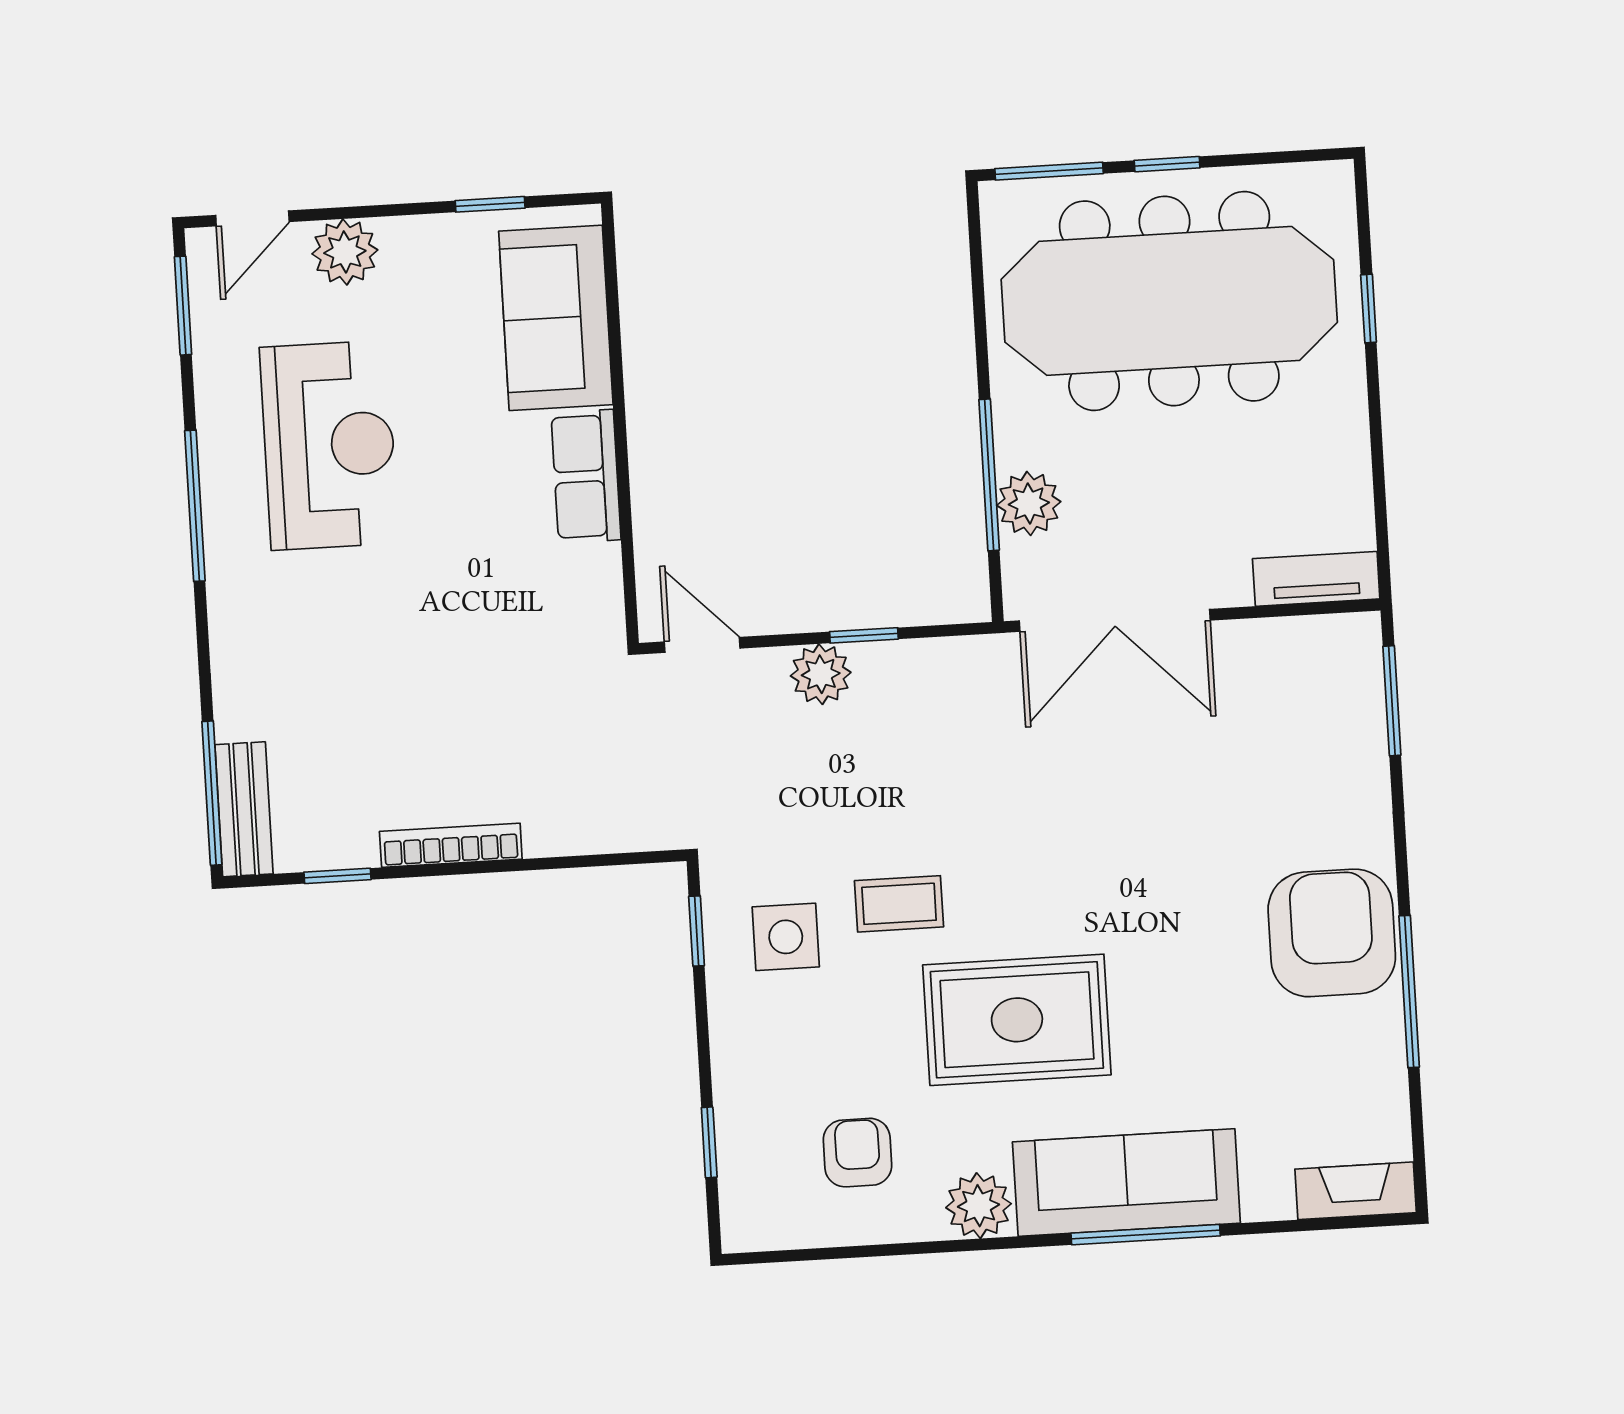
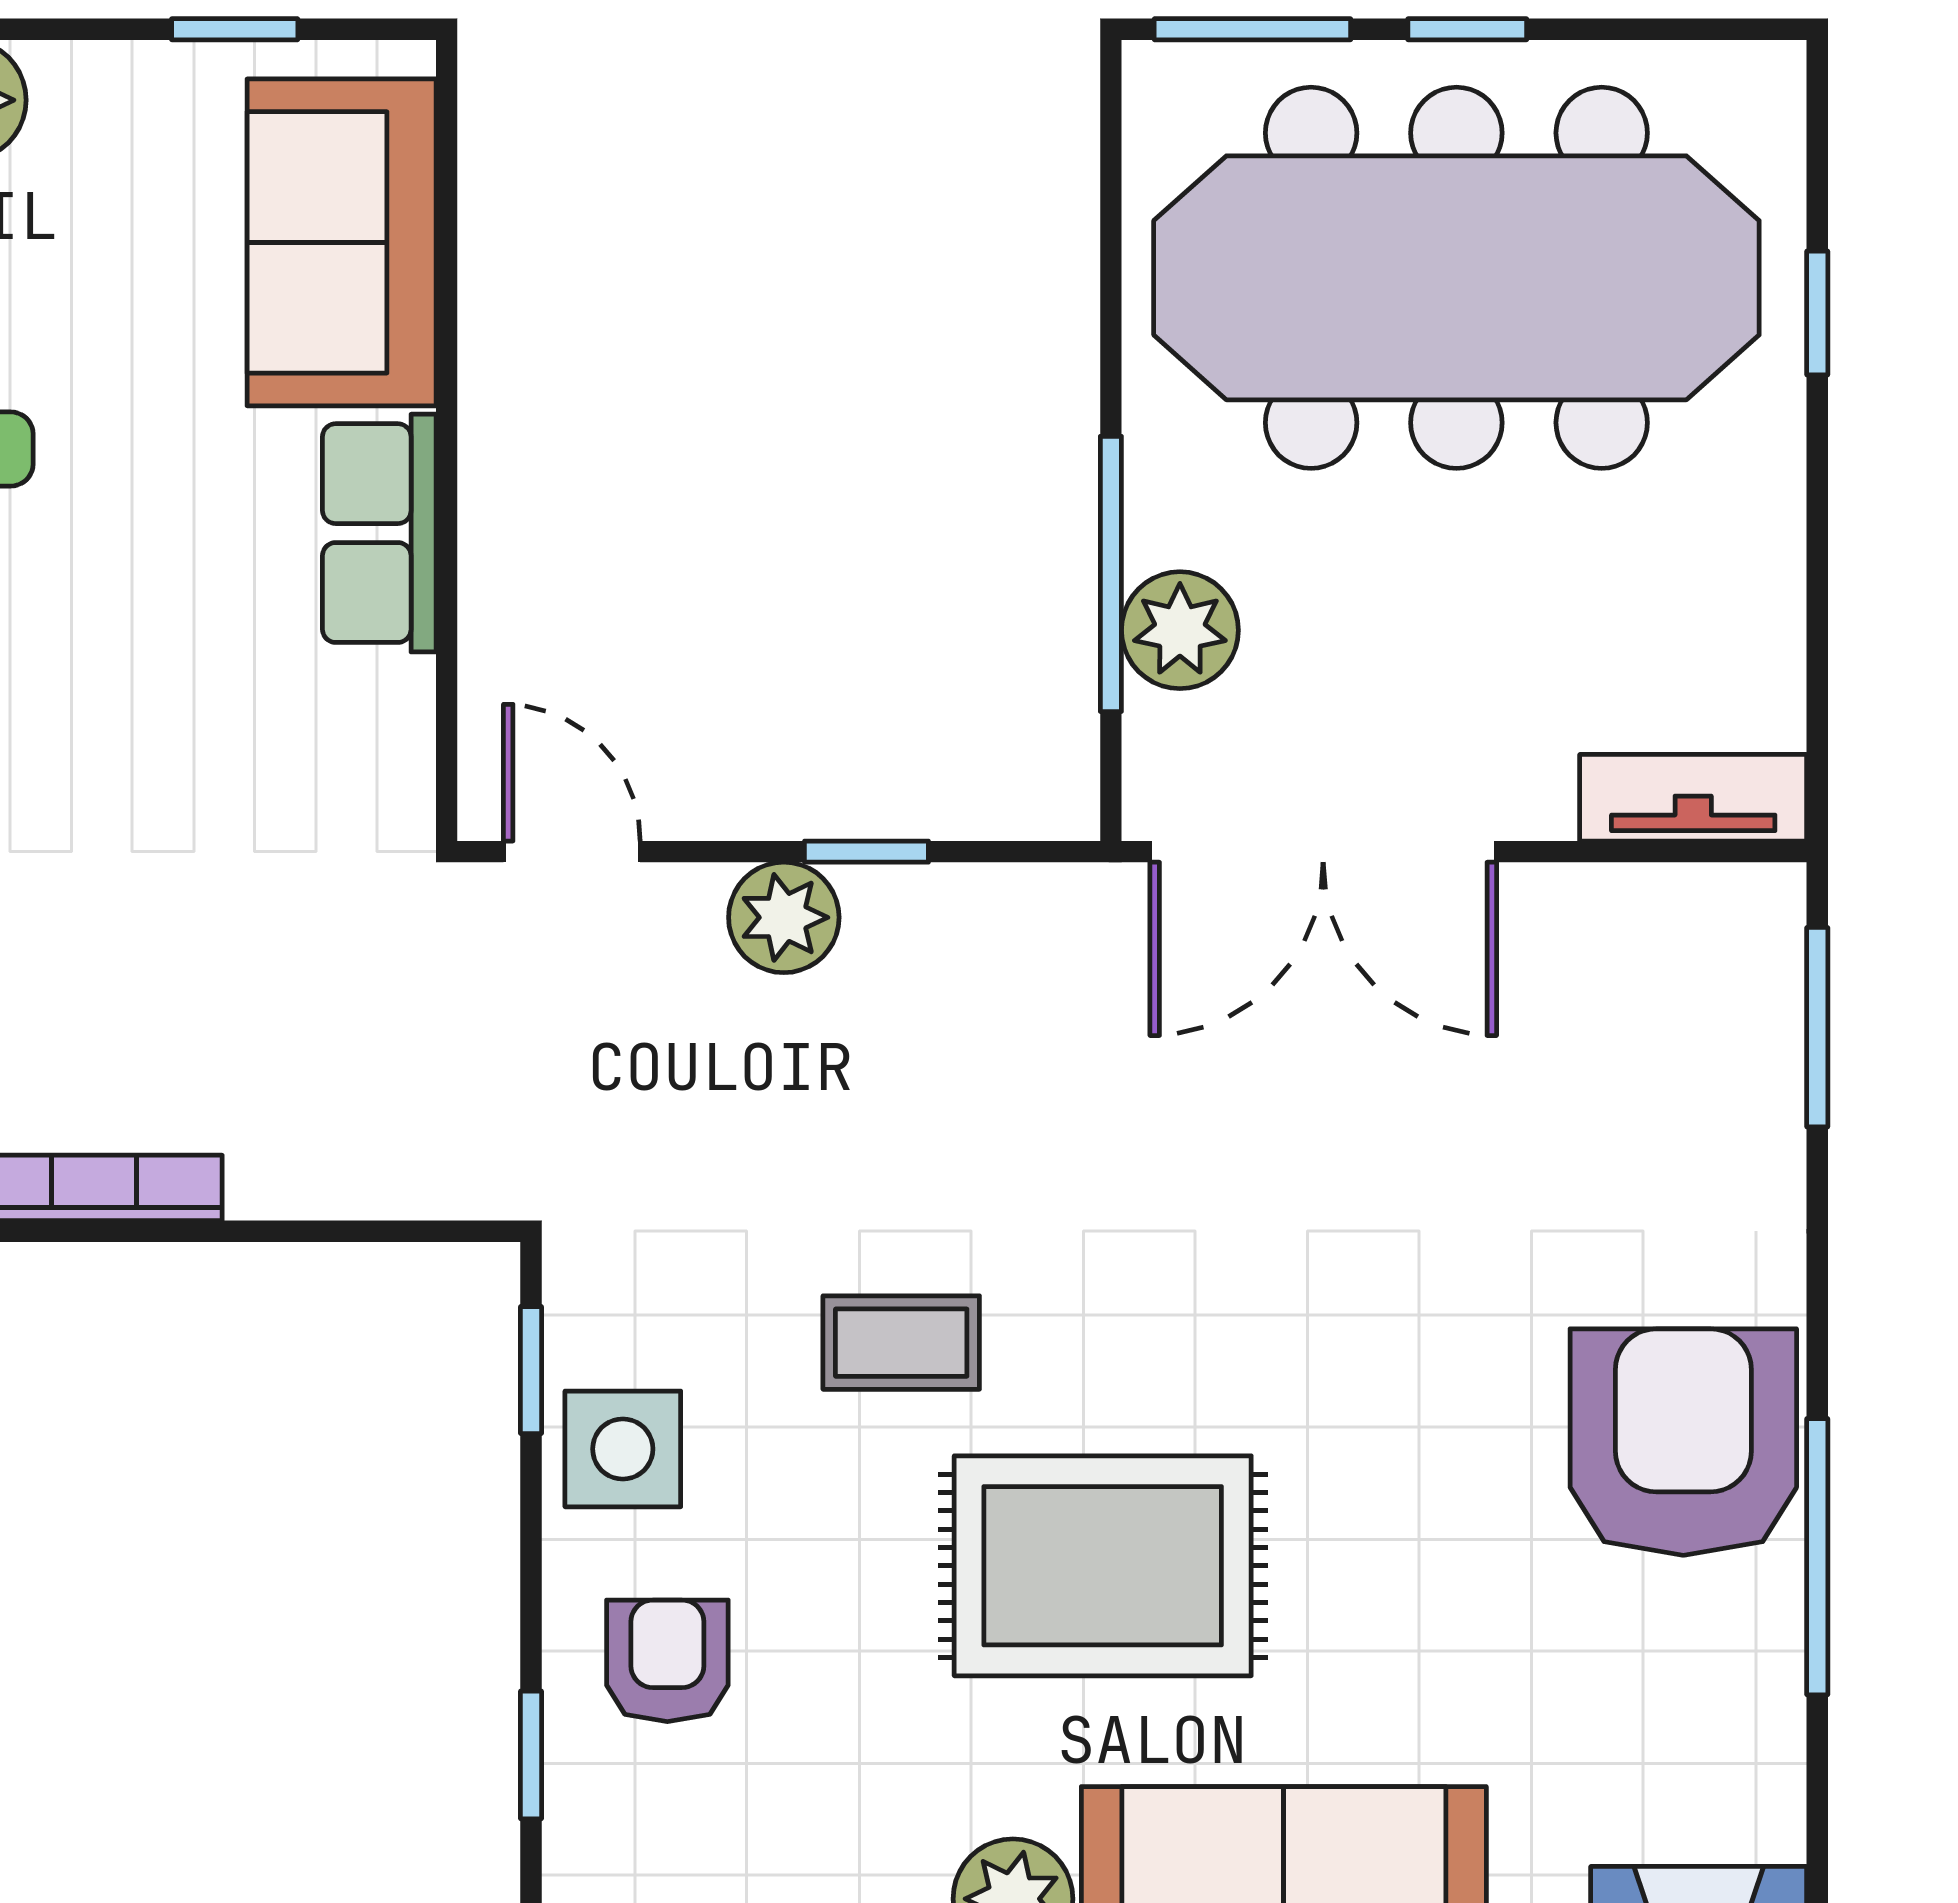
side table: (786, 937) -> (623, 1449), moved
armchair: (857, 1153) -> (667, 1661), moved

